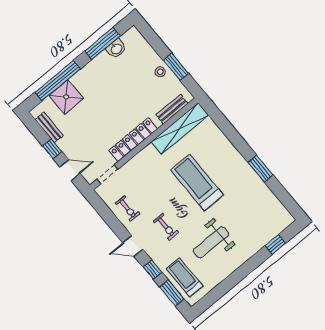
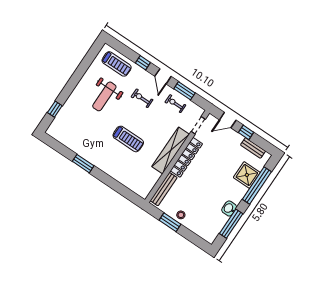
washbasin: (116, 49) -> (229, 208), moved
bench: (172, 109) -> (164, 189), width x1.36
shelving: (180, 129) -> (171, 150), moved
treadmill: (197, 182) -> (128, 139), width x0.73, depth x0.73
weight bench: (211, 242) -> (104, 96), turned 180
door: (133, 246) -> (163, 76), swing flipped
window: (172, 293) -> (185, 91), moved

